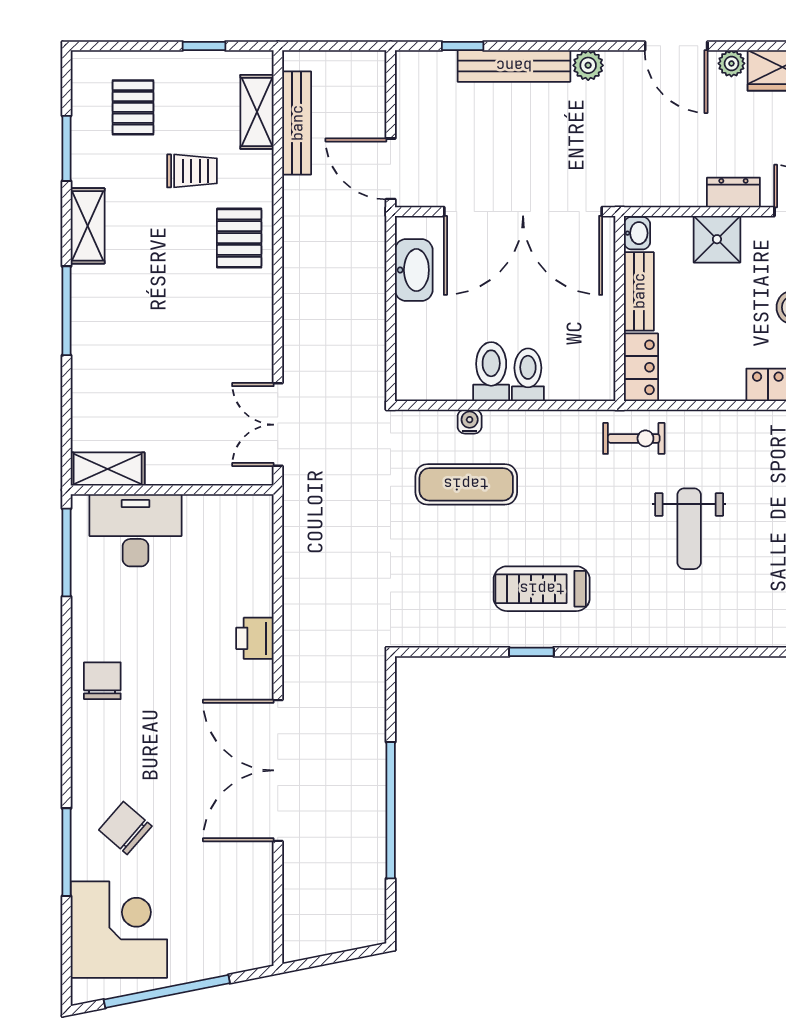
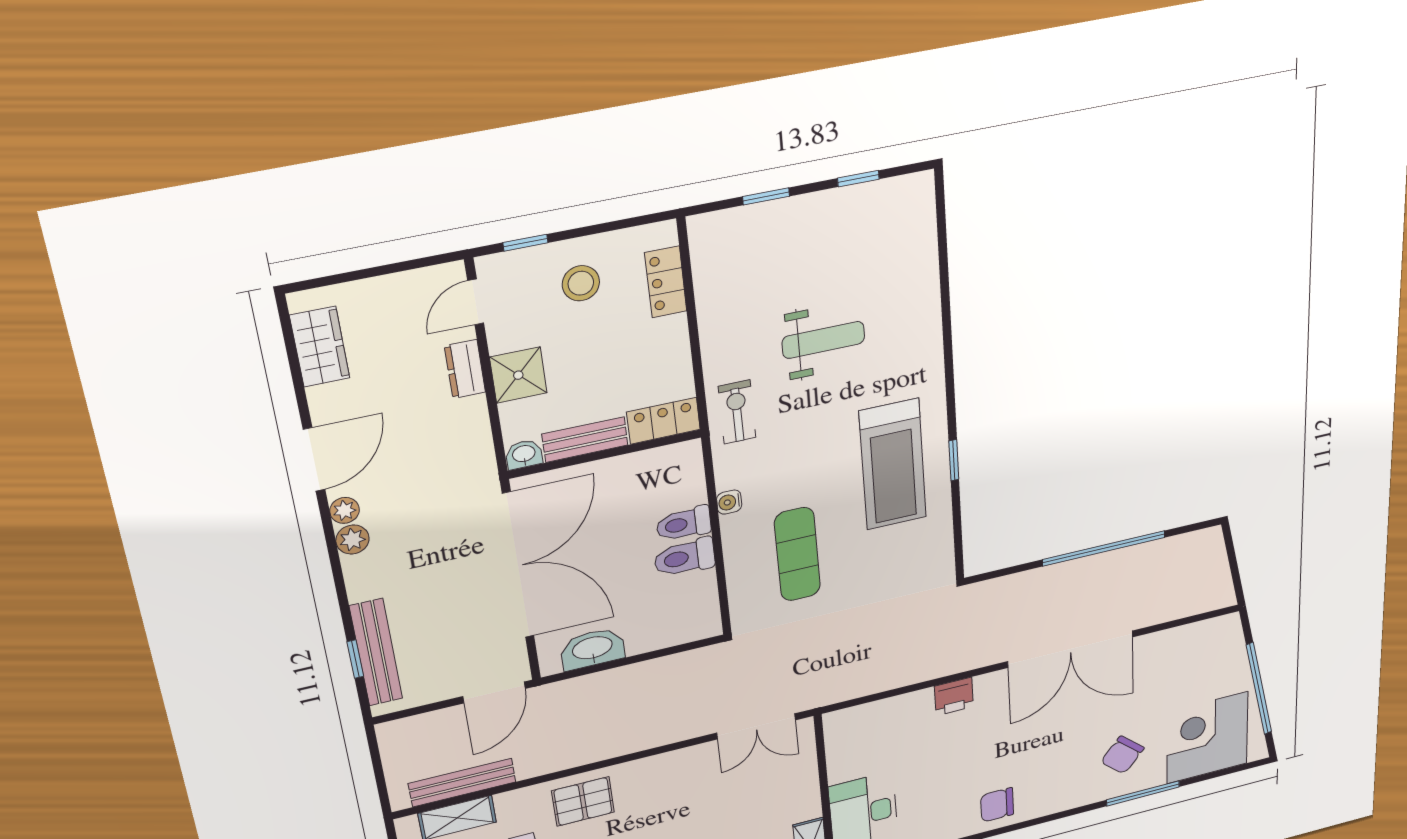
plant: (731, 63) -> (345, 510), moved
bench: (514, 66) -> (376, 653), moved
water cooler: (470, 422) -> (729, 502), moved
treadmill: (542, 589) -> (893, 465), width x1.37, depth x1.38

